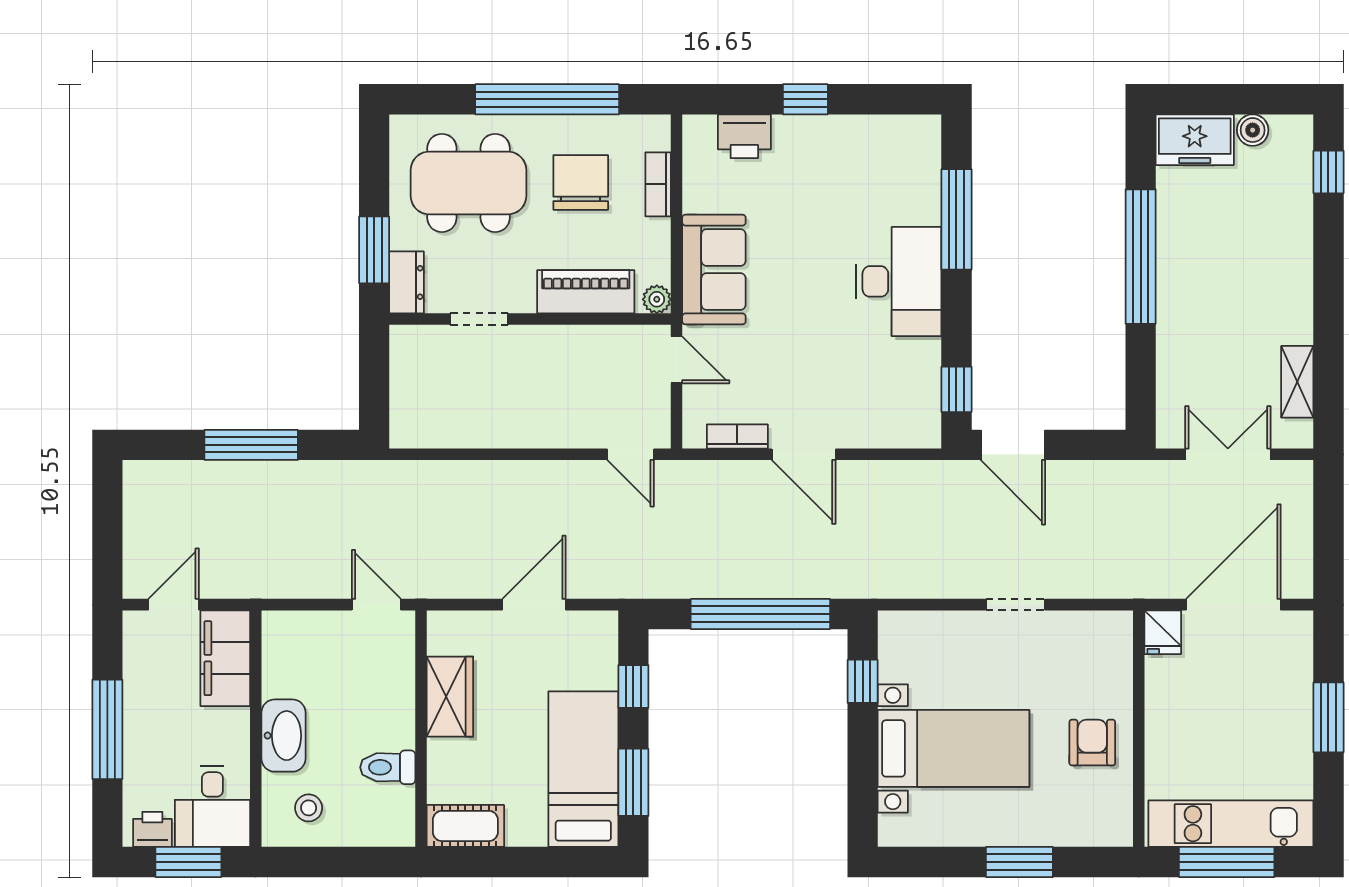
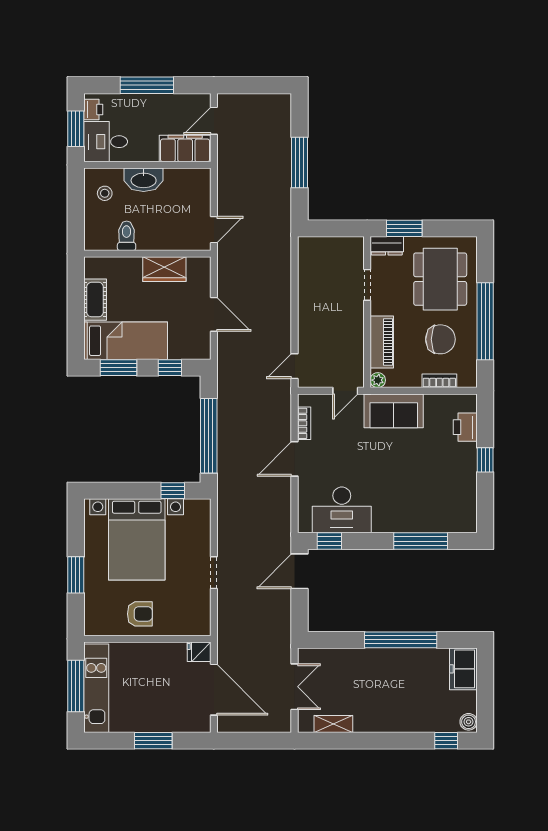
boiler: (1253, 130) -> (469, 722), moved
desk: (899, 281) -> (342, 510), moved
door: (174, 605) -> (214, 121), swing flipped
bed with nightstands: (953, 748) -> (137, 539), width x1.36
cot: (465, 826) -> (95, 300), moved

